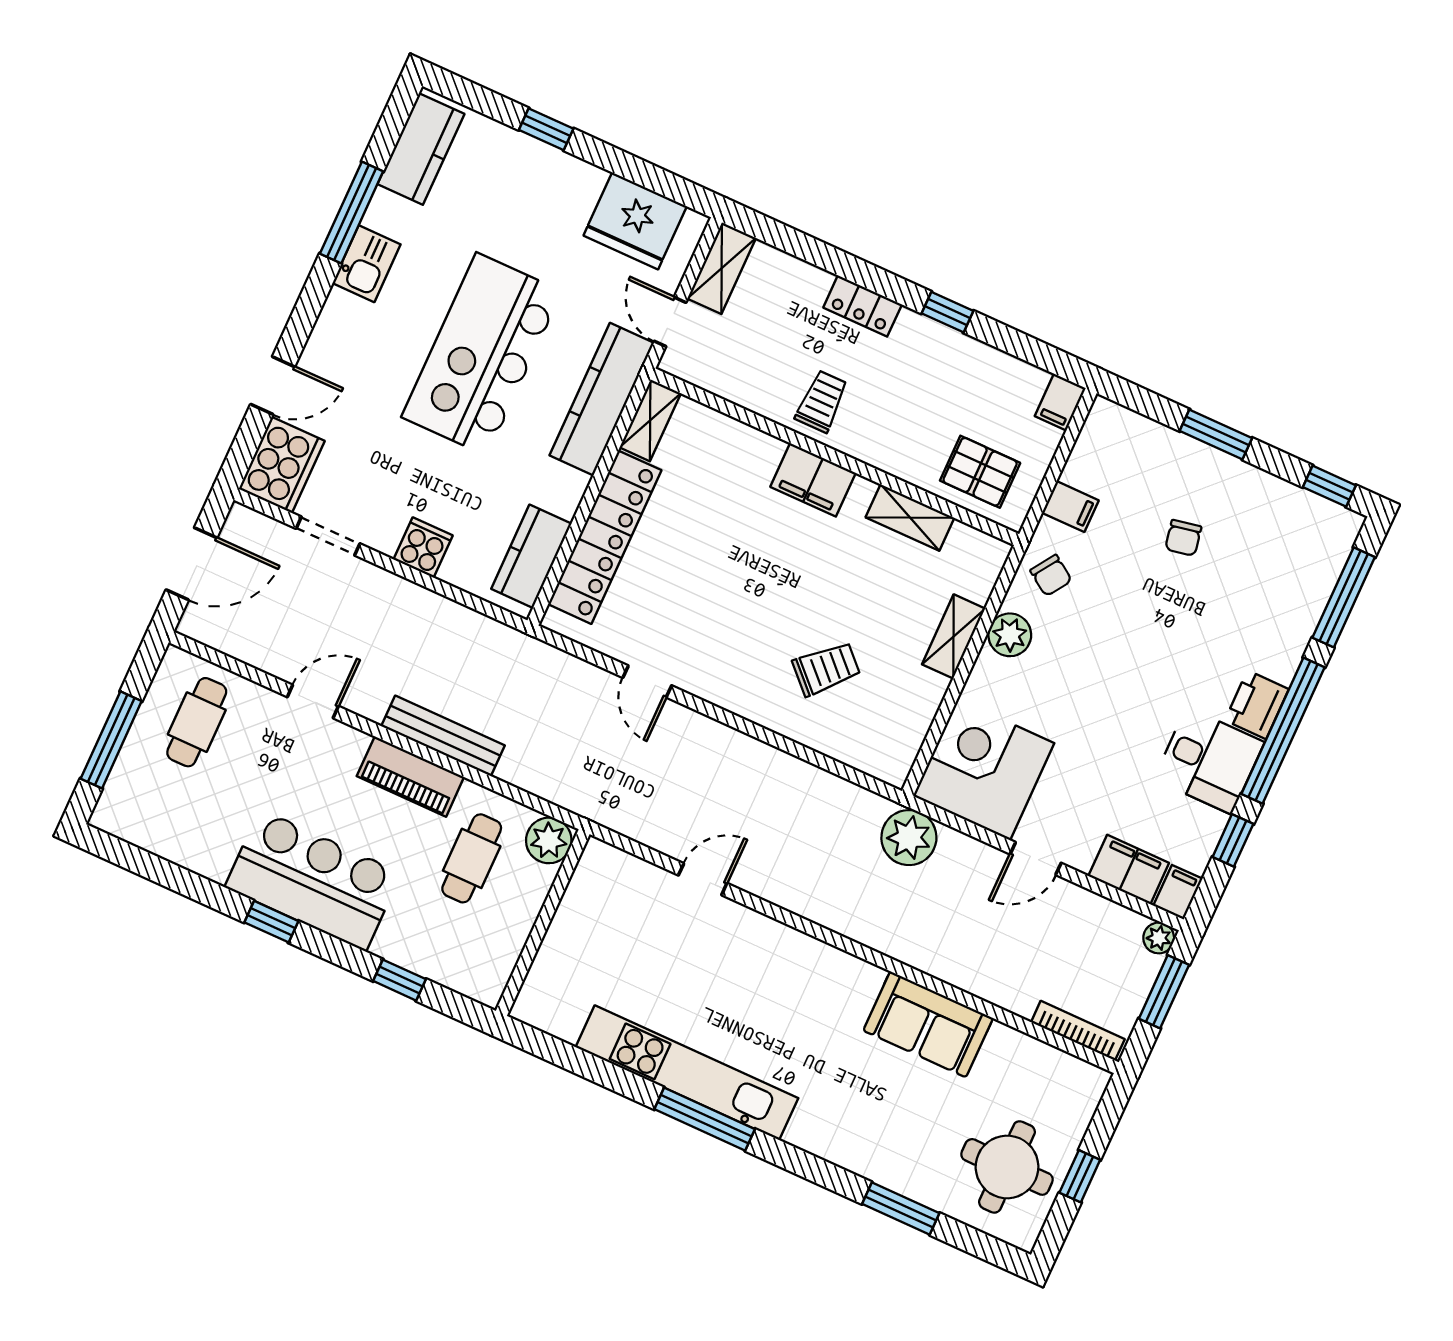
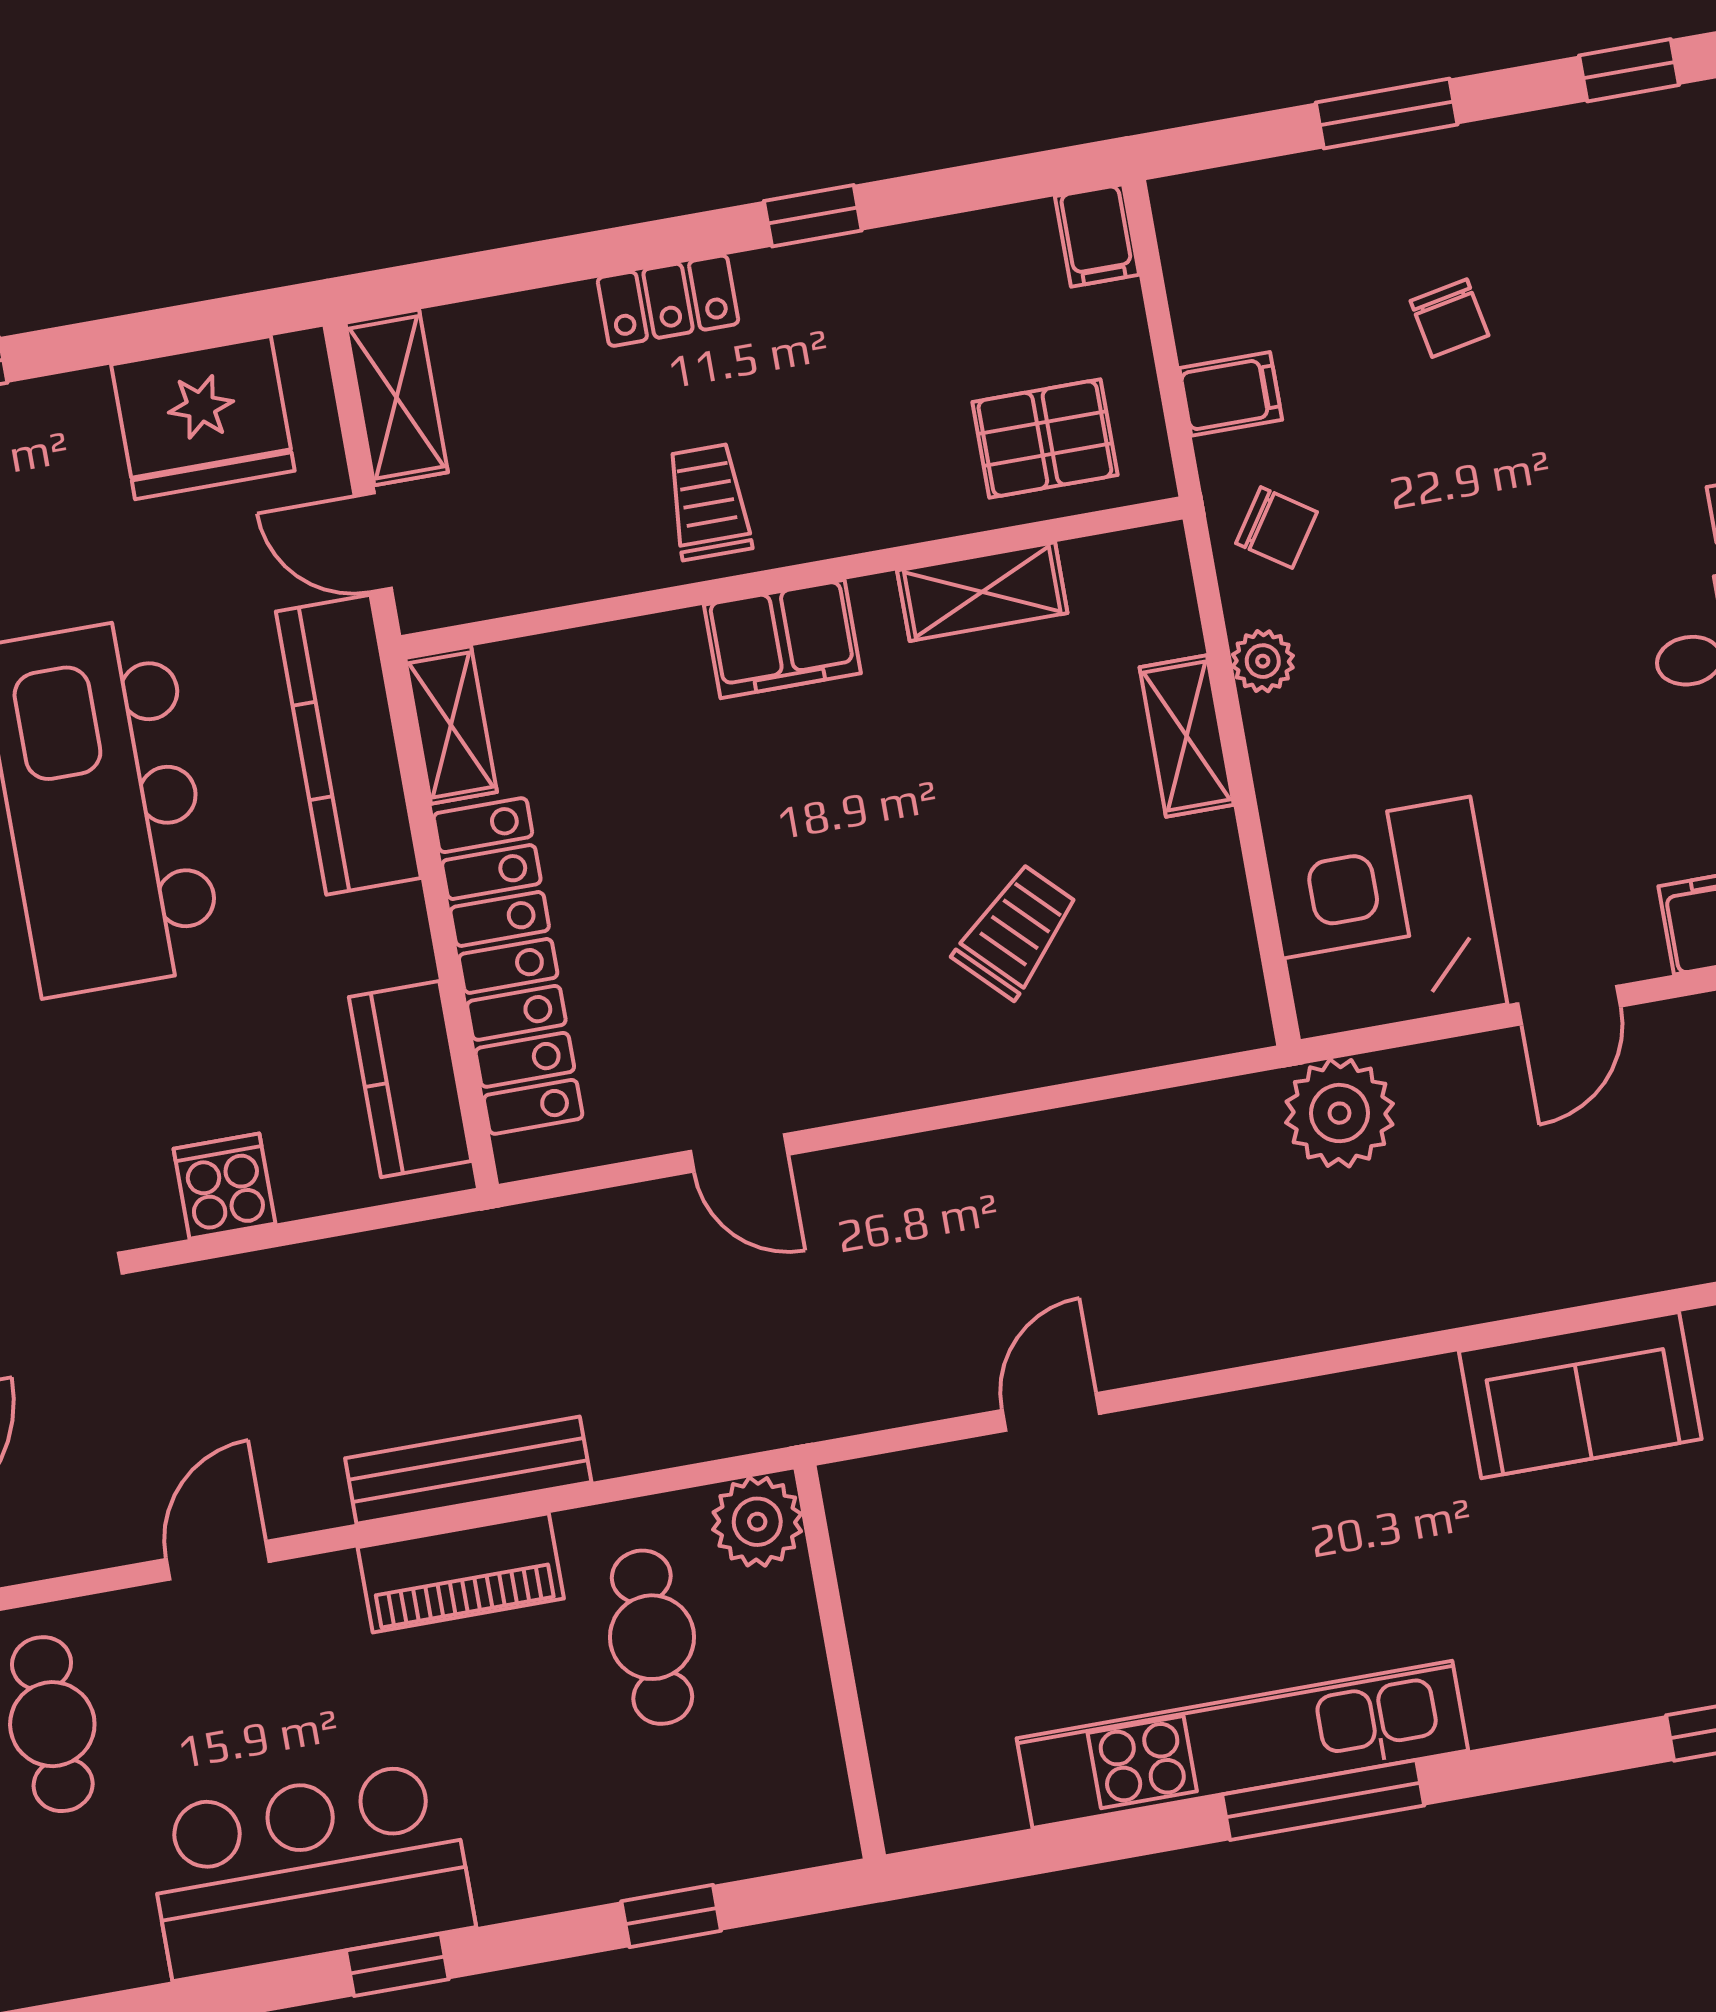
plant: (1010, 635) -> (1263, 661), width x0.73, depth x0.73
bar counter: (313, 880) -> (309, 1870), moved

